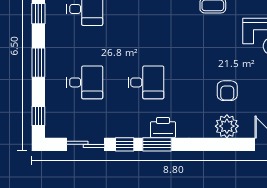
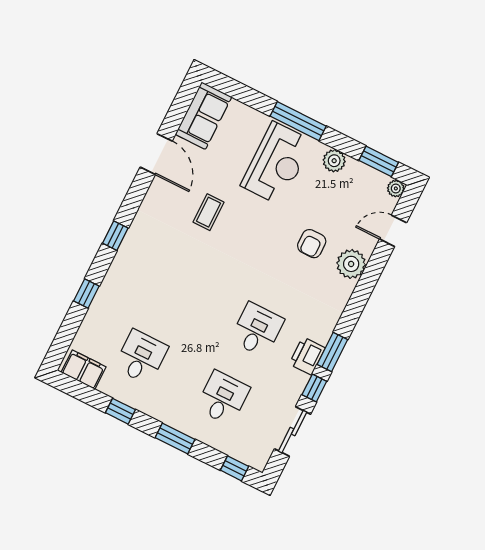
armchair: (227, 91) -> (312, 244), turned 90
printer: (163, 128) -> (307, 356), moved

